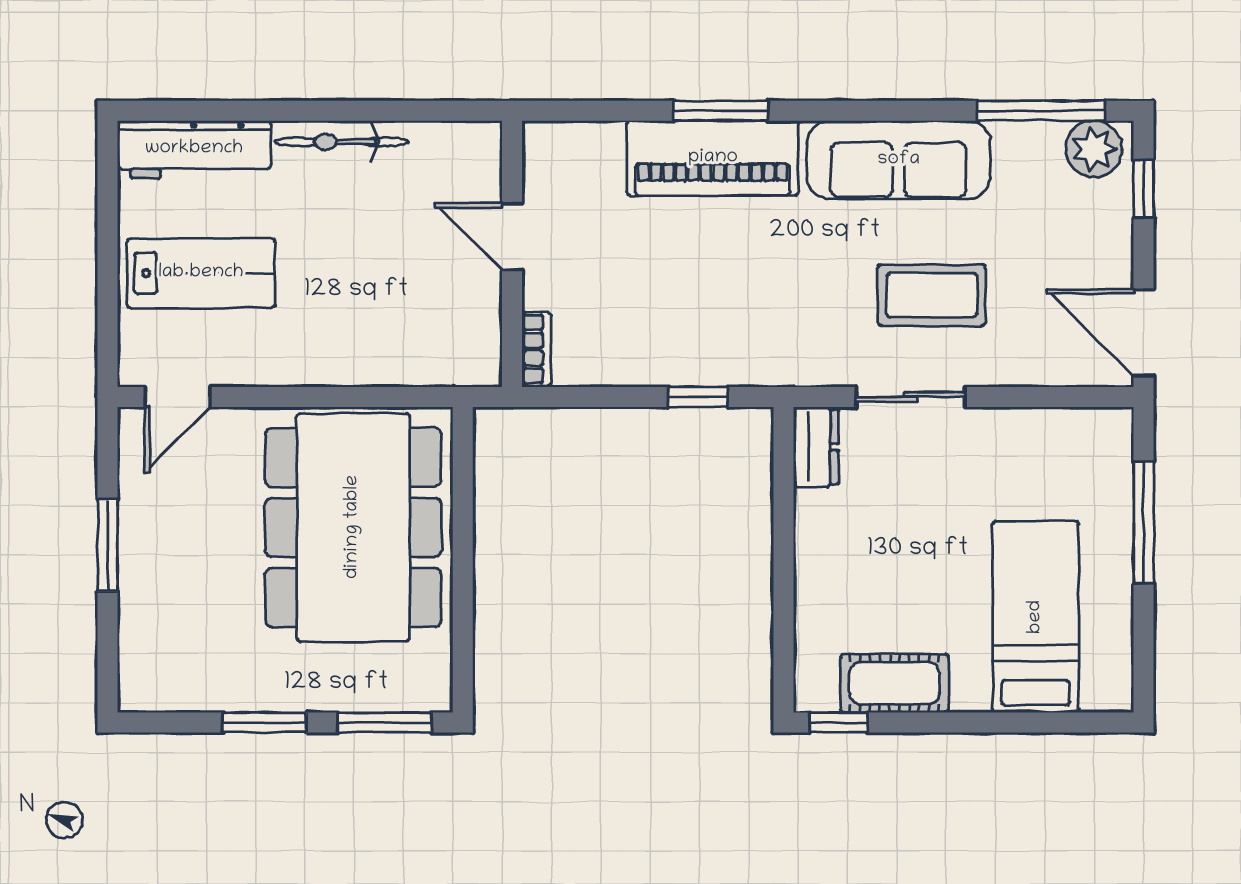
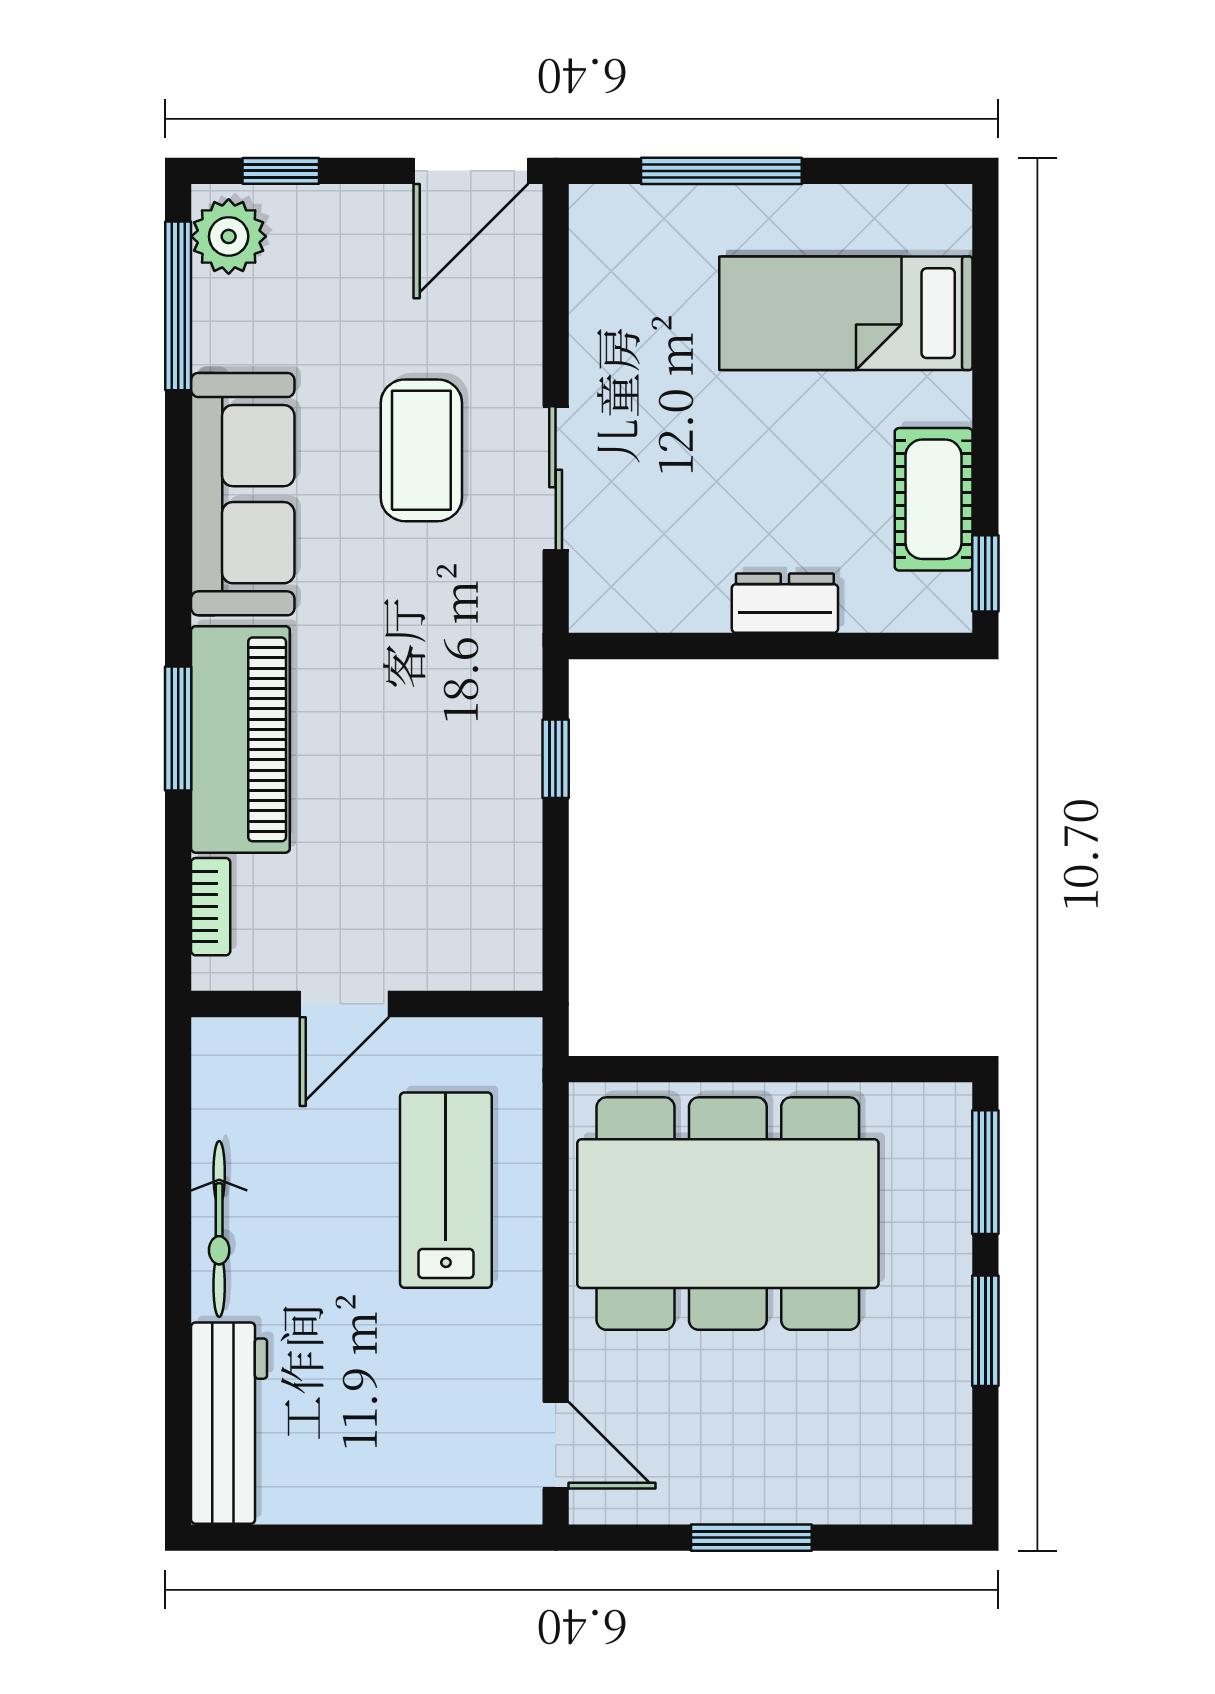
lab bench: (201, 273) -> (446, 1190), moved
bookcase: (537, 349) -> (211, 907), moved, turned 90
dresser: (816, 447) -> (785, 603), moved

